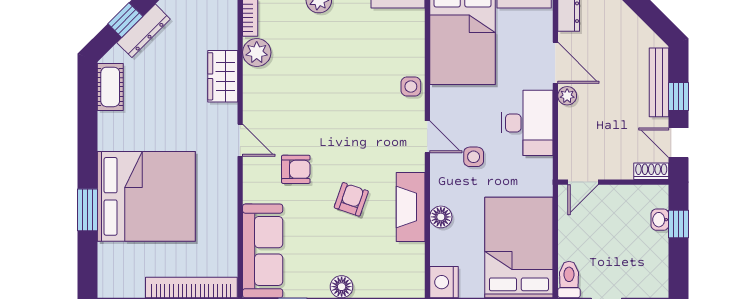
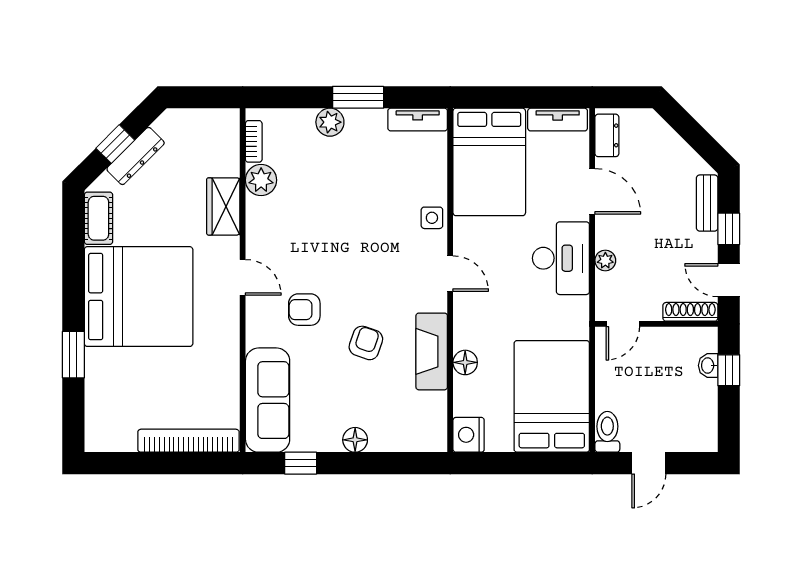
bench: (659, 82) -> (707, 203), width x0.73
plant: (567, 96) -> (605, 260), moved
side table: (474, 157) -> (502, 296), removed
armchair: (296, 169) -> (304, 310), turned 180
shoe rack: (651, 171) -> (690, 312), width x1.43
bed: (146, 196) -> (139, 297), moved

